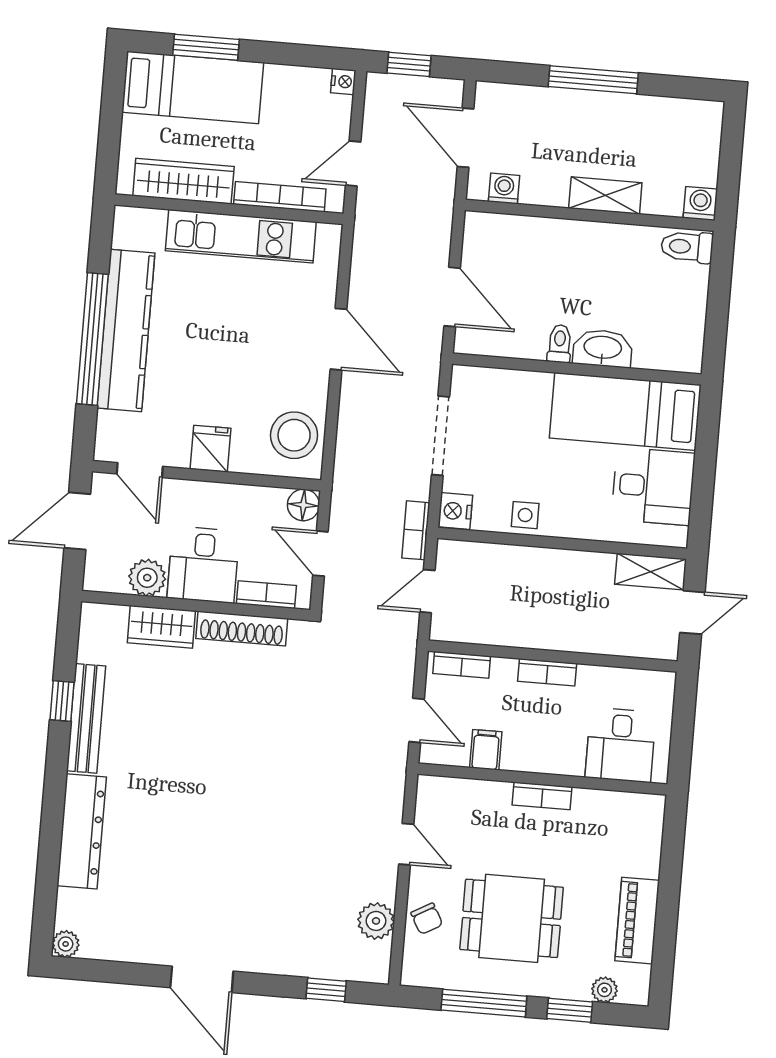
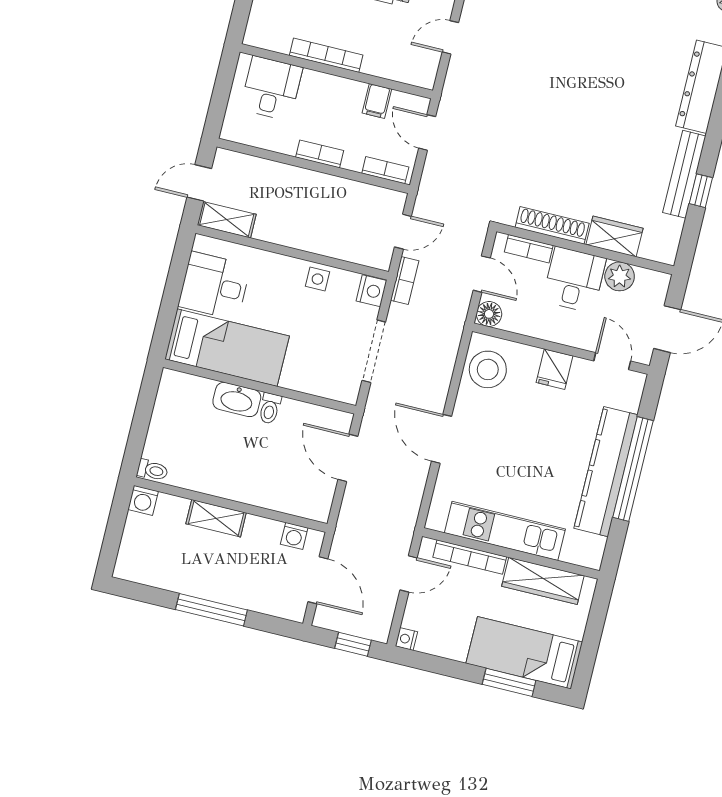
toilet: (687, 247) -> (152, 470), width x0.73, depth x0.72
bookcase: (542, 796) -> (326, 55), width x1.56
door: (406, 844) -> (450, 37), hinge flipped

